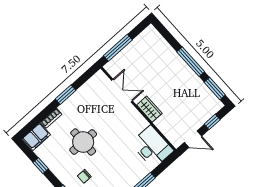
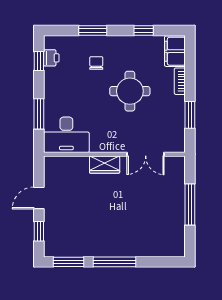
double door: (122, 91) -> (146, 154), moved
wall: (138, 109) -> (114, 154), moved
wardrobe: (149, 109) -> (105, 165), moved
desk: (152, 147) -> (66, 135), moved

